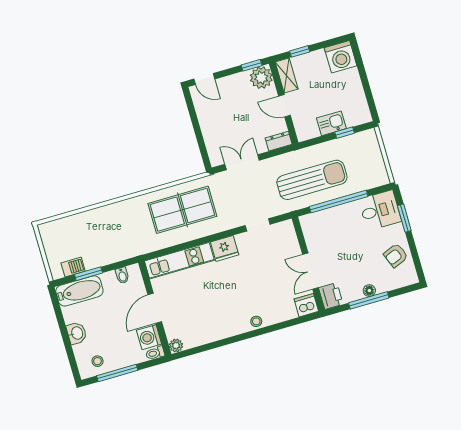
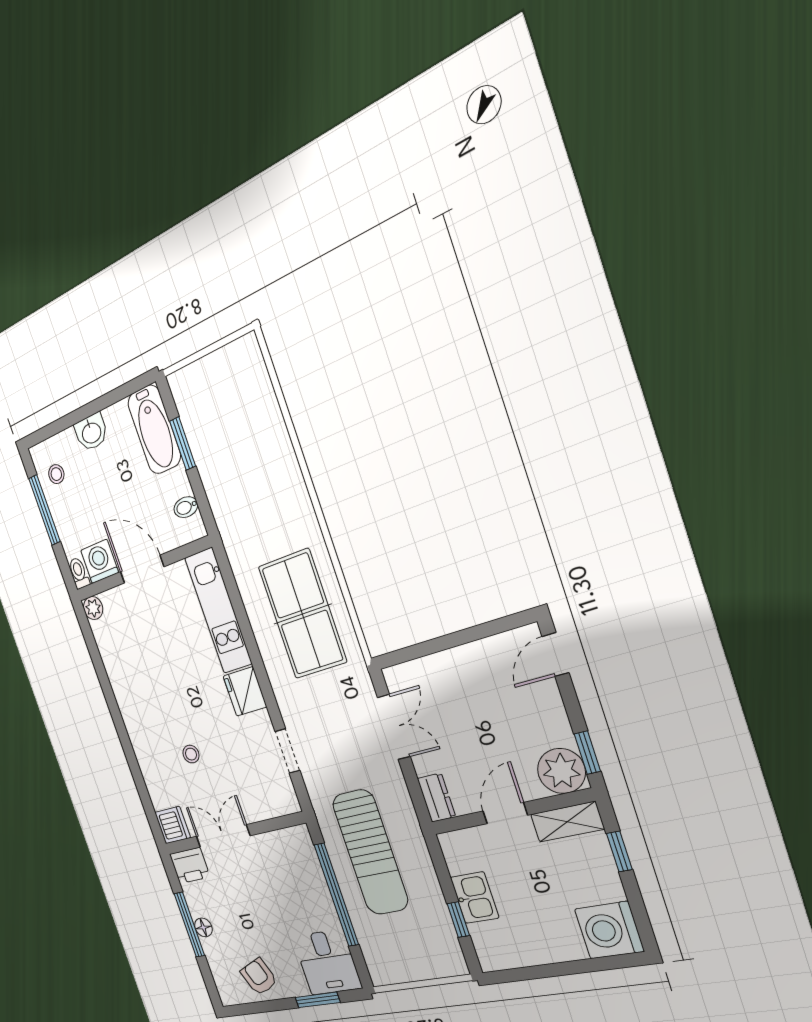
barbecue: (73, 267) -> (190, 413), removed
stool: (256, 321) -> (191, 754), moved

